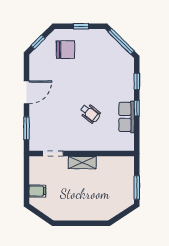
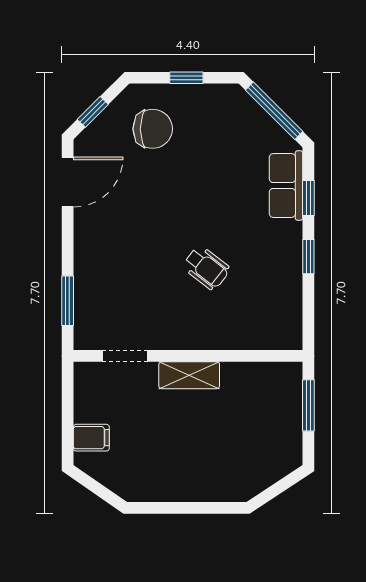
door: (27, 92) -> (68, 182), moved
row of seats: (127, 117) -> (286, 185), moved
window: (137, 188) -> (308, 405), moved

